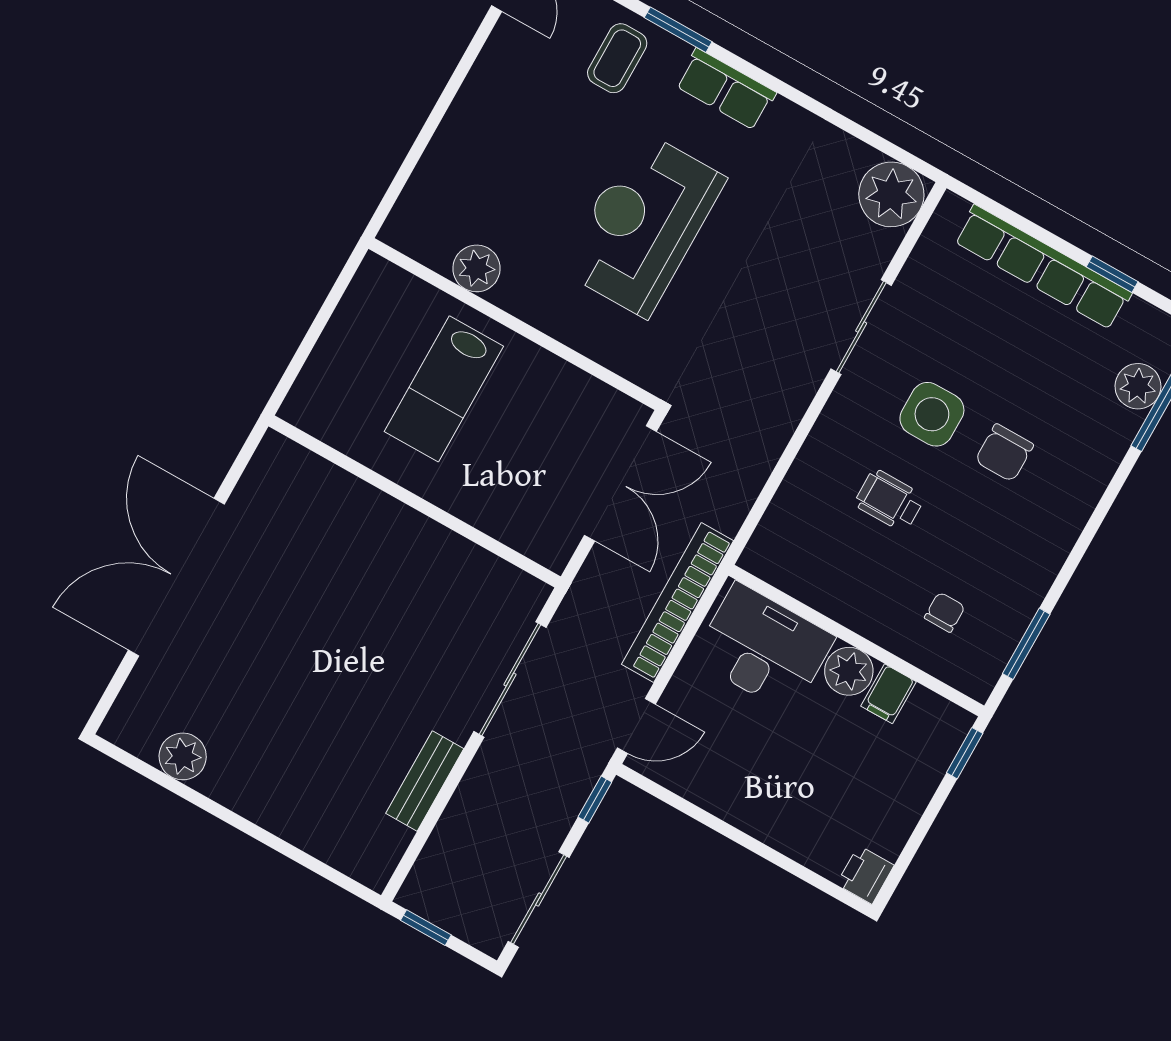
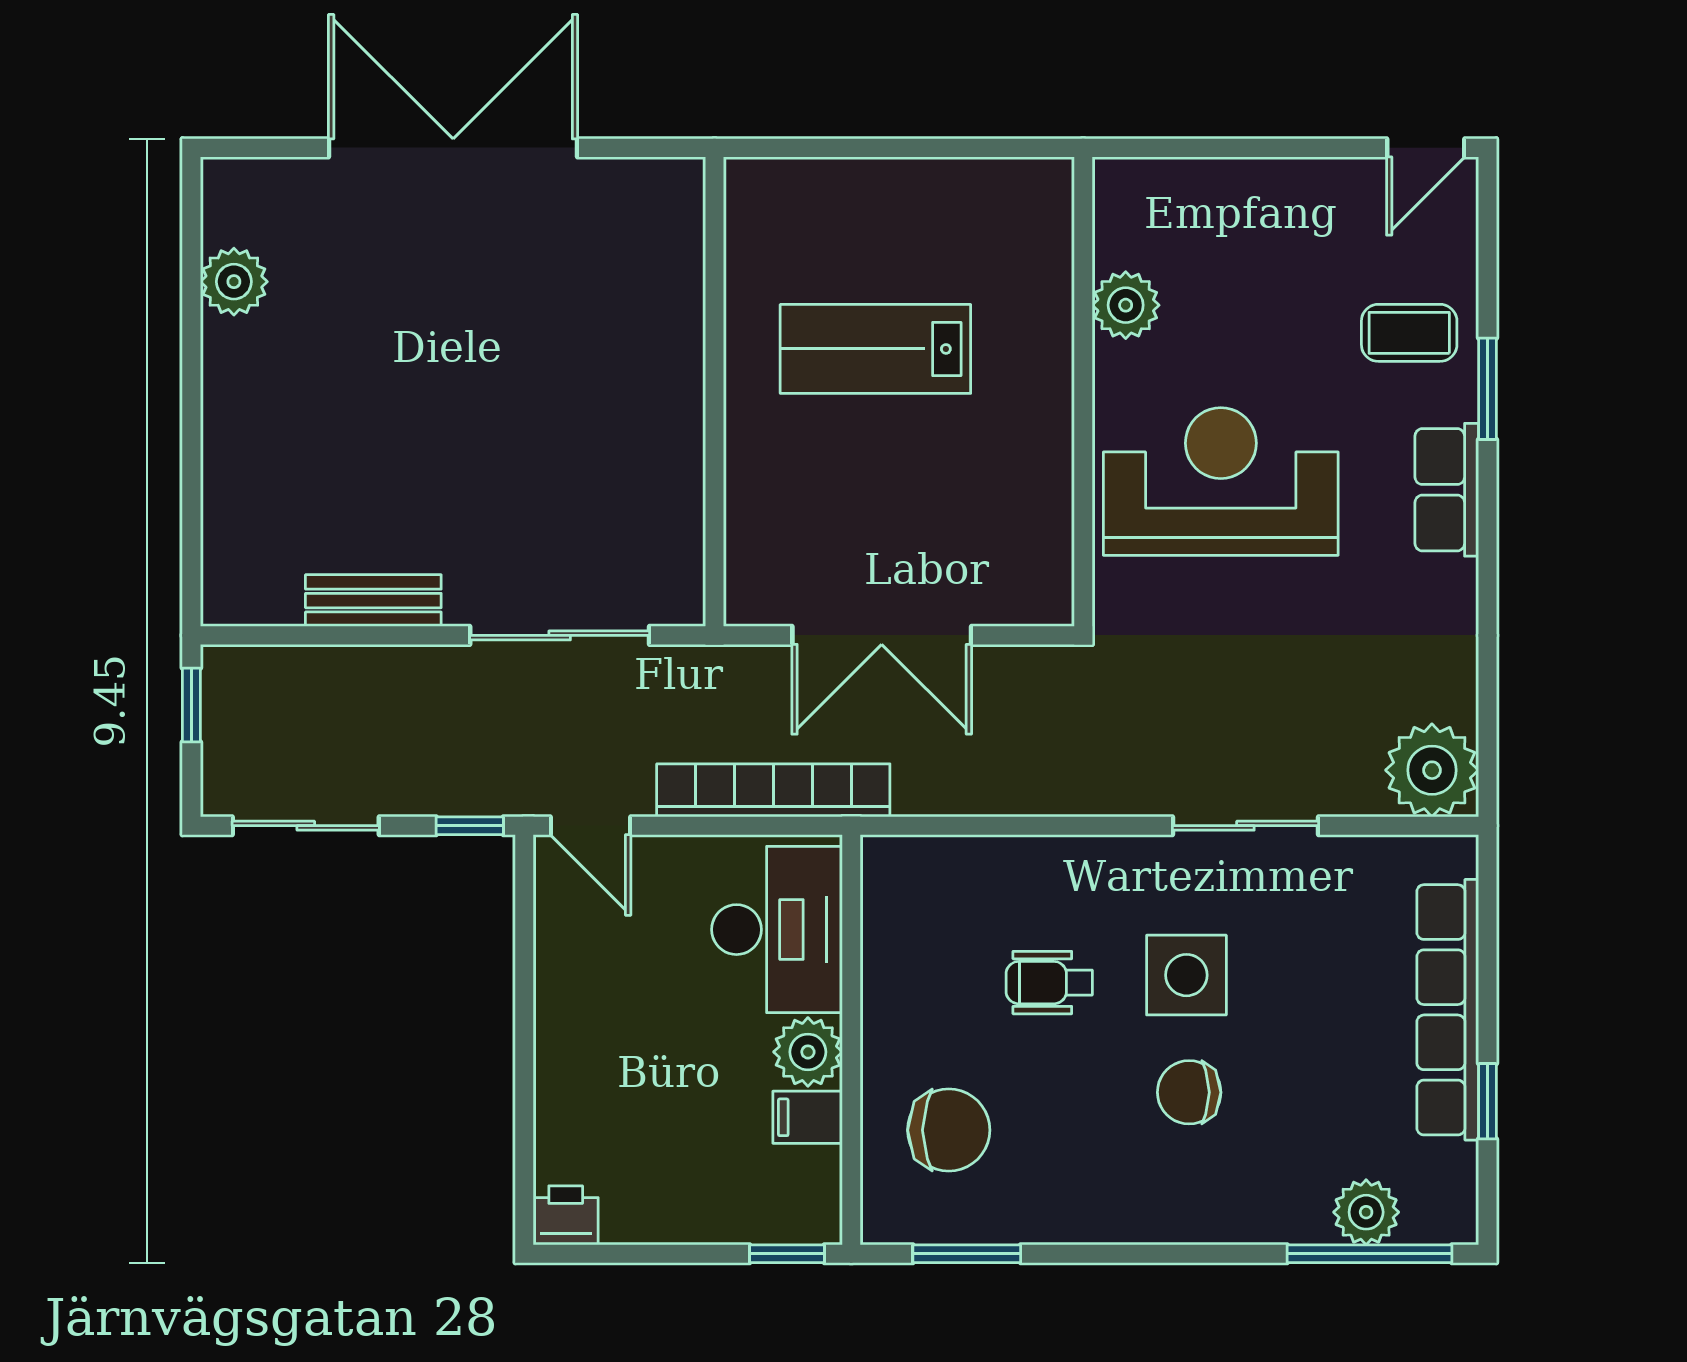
plant: (476, 268) -> (1126, 305), moved
wall: (515, 324) -> (1083, 392), moved
wheelchair: (889, 500) -> (1049, 983), turned -90
chair: (945, 612) -> (949, 1130), width x1.87, depth x1.87

